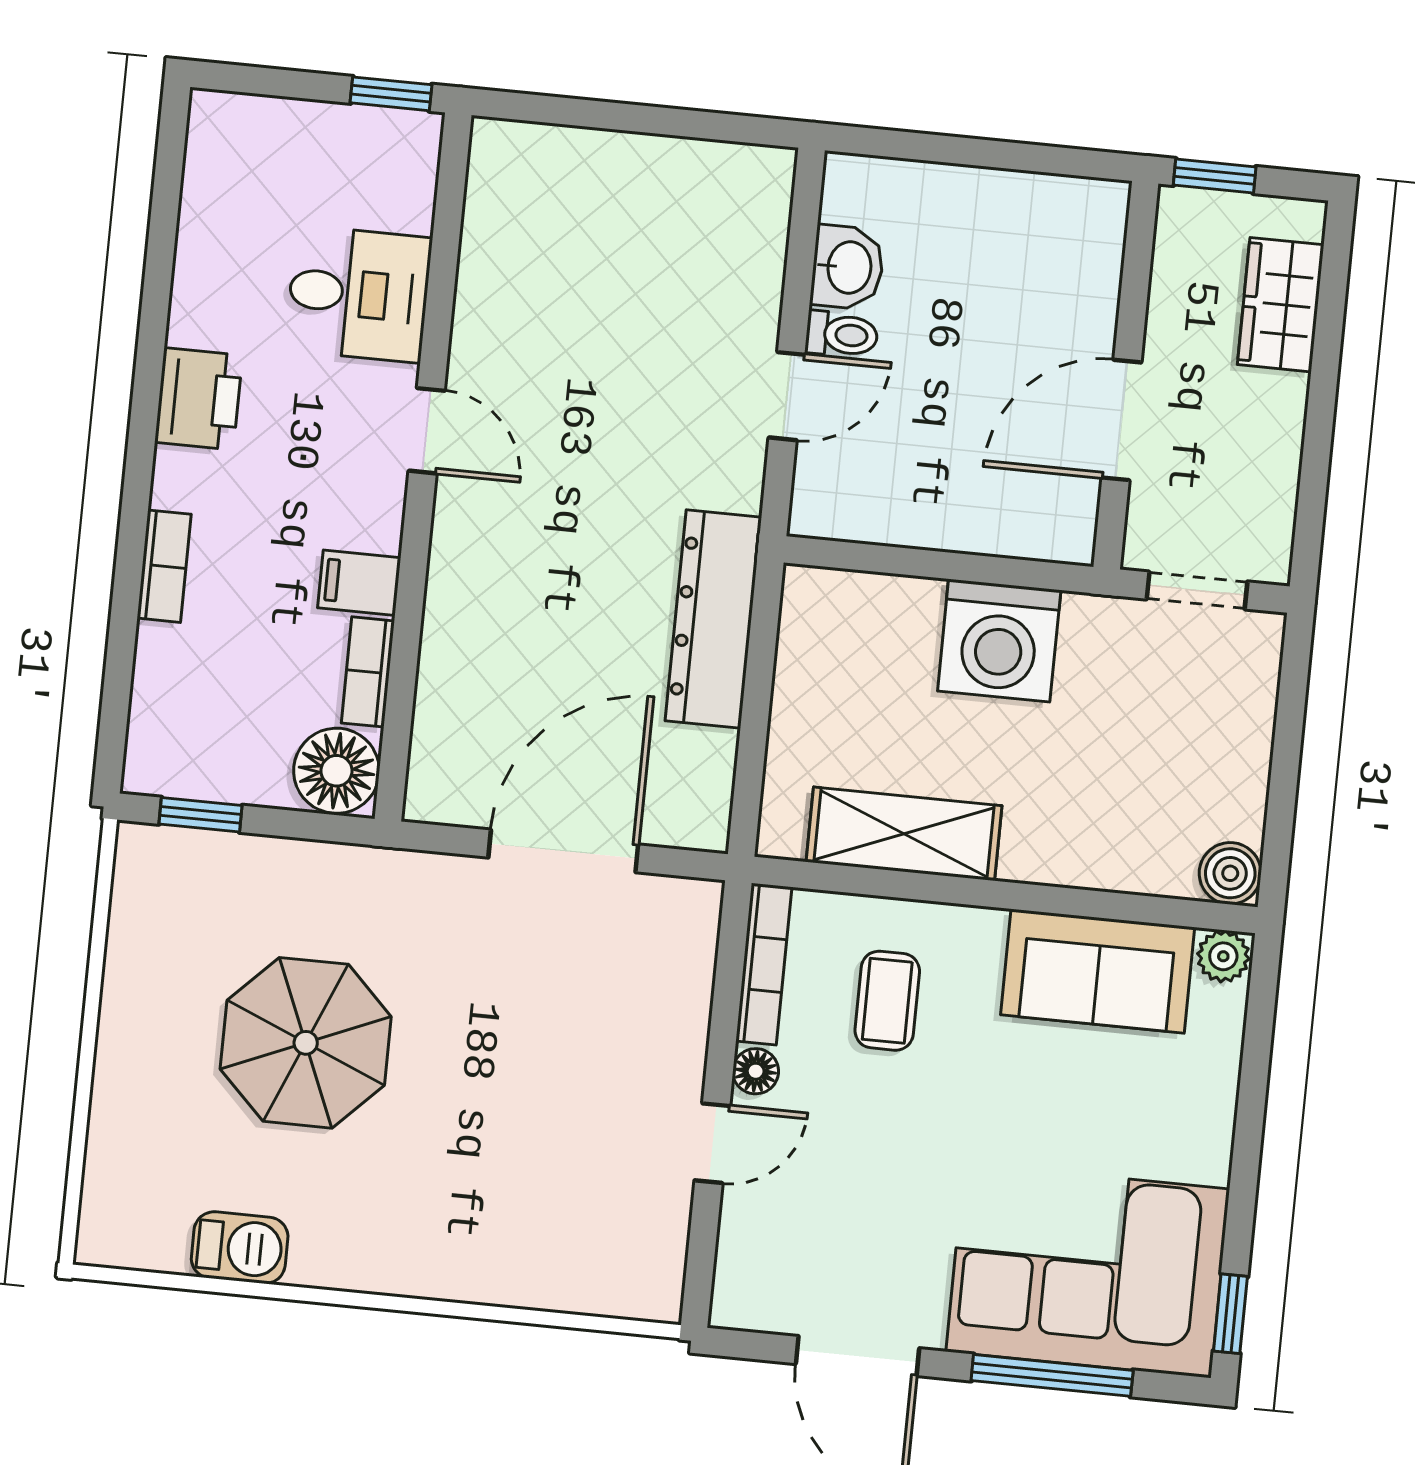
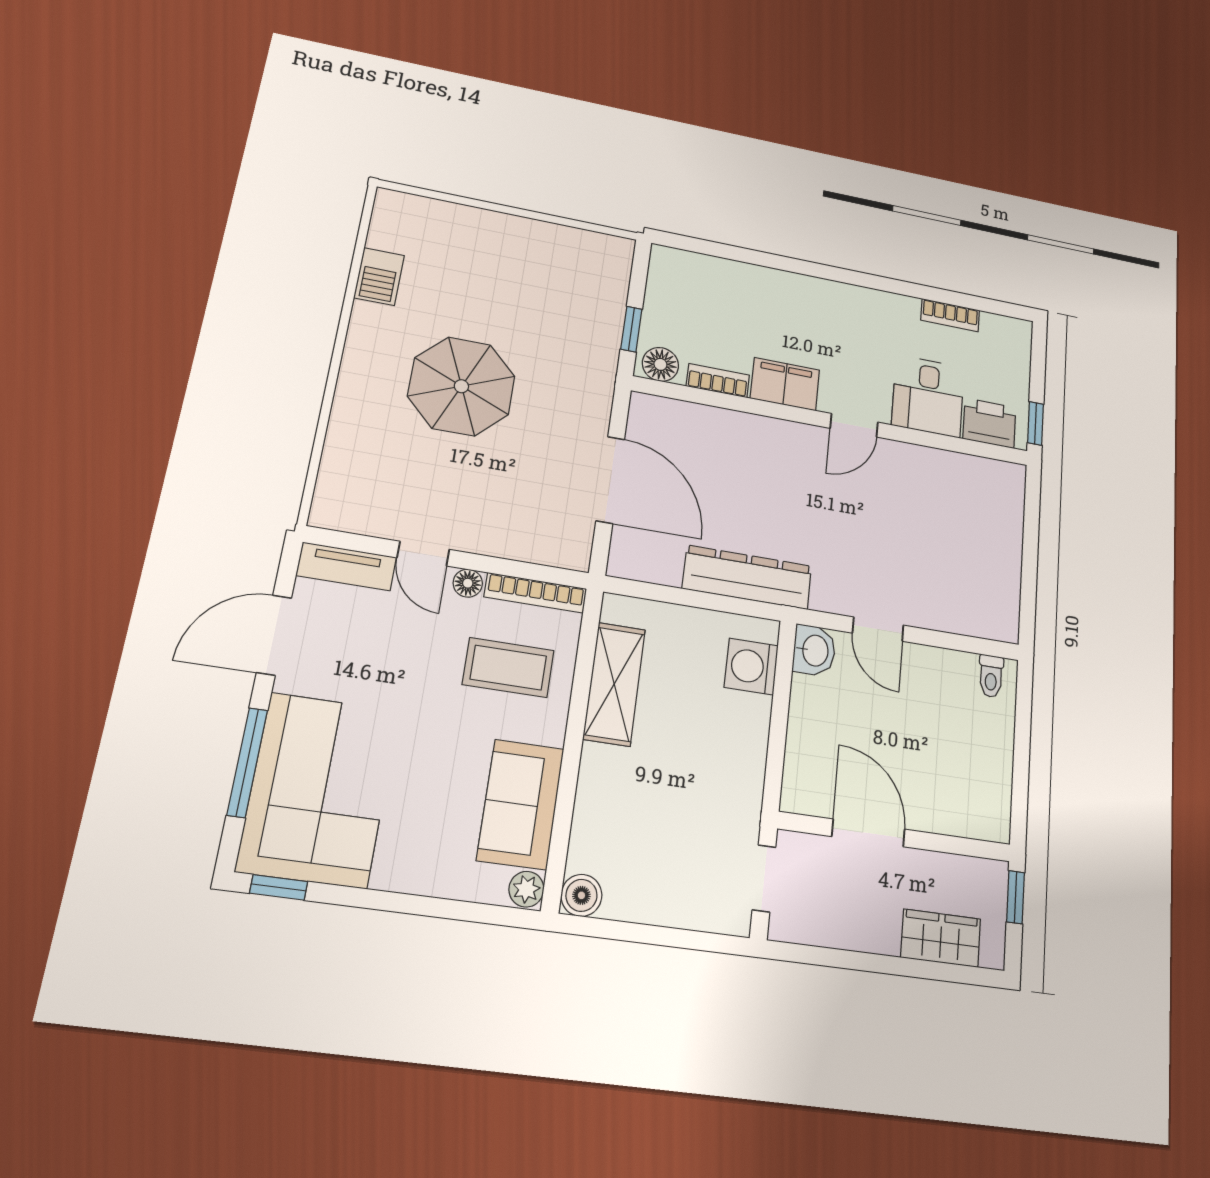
washbasin: (847, 267) -> (814, 650), moved, turned -90
toilet: (842, 335) -> (991, 676), moved
printer: (199, 399) -> (989, 423), moved, turned 180
bookcase: (164, 566) -> (950, 315), moved
filing cabinet: (359, 583) -> (785, 384), width x2.00
washing machine: (999, 641) -> (751, 667), moved, width x0.73, depth x0.73
floor lamp: (337, 771) -> (660, 364), width x0.73, depth x0.73
window: (201, 815) -> (631, 329), moved
coffee table: (887, 1001) -> (508, 668), width x1.36, depth x1.30
parasol: (306, 1043) -> (461, 386), moved
tv unit: (742, 1259) -> (346, 566), added

